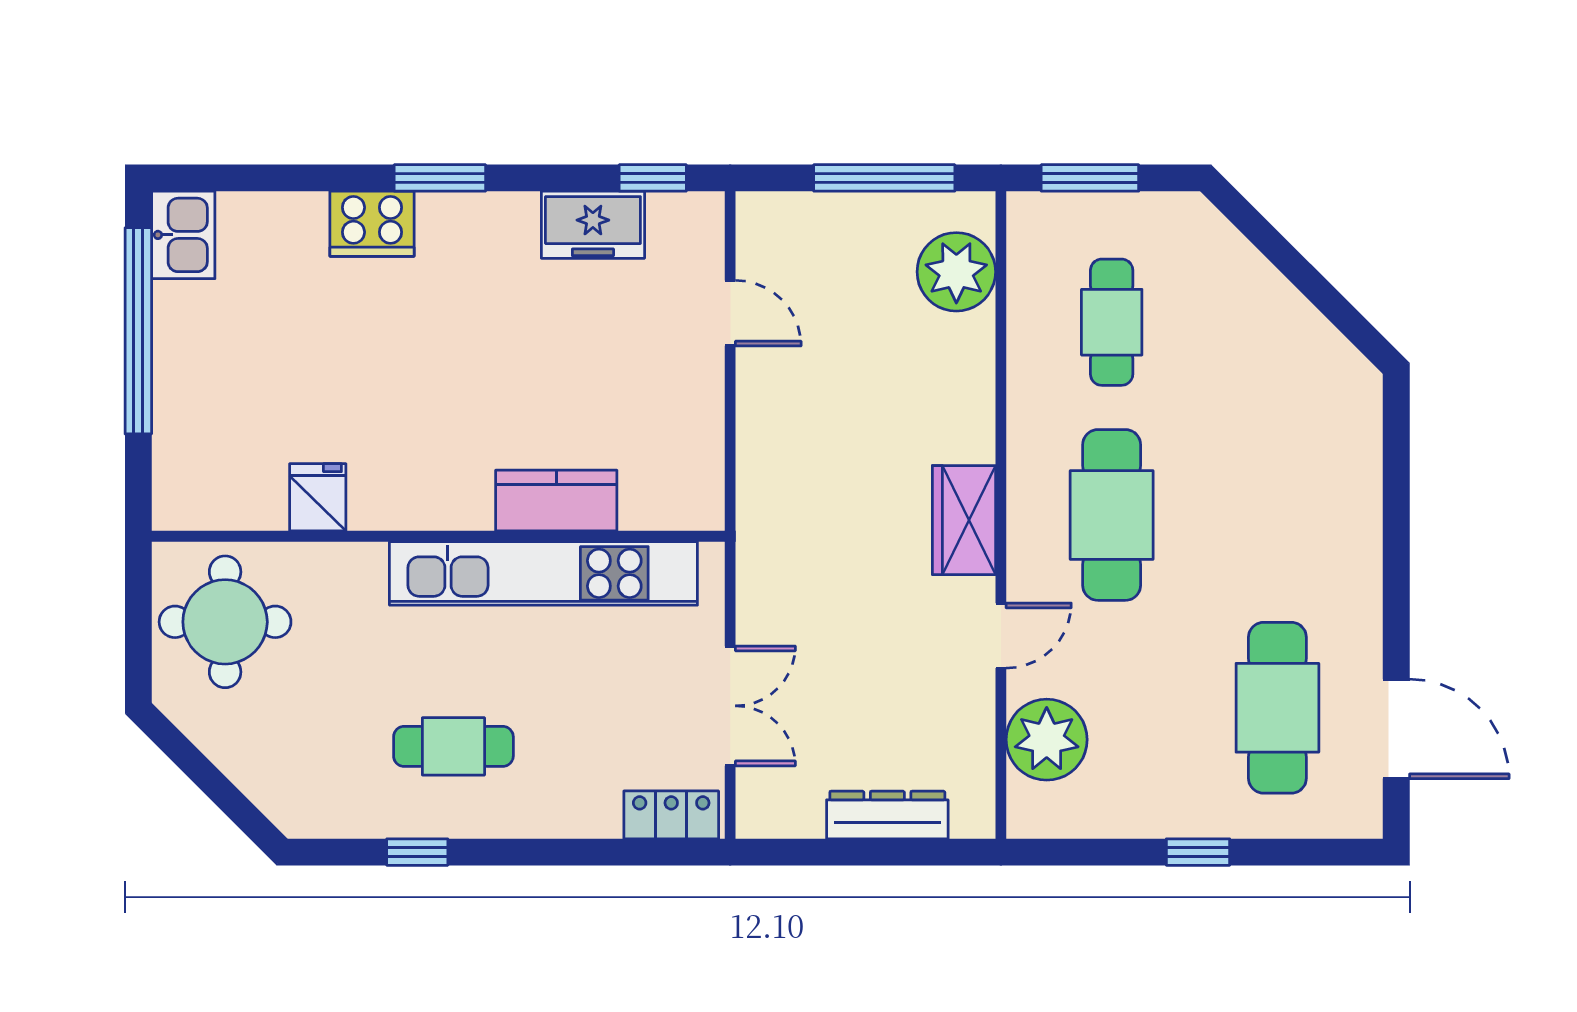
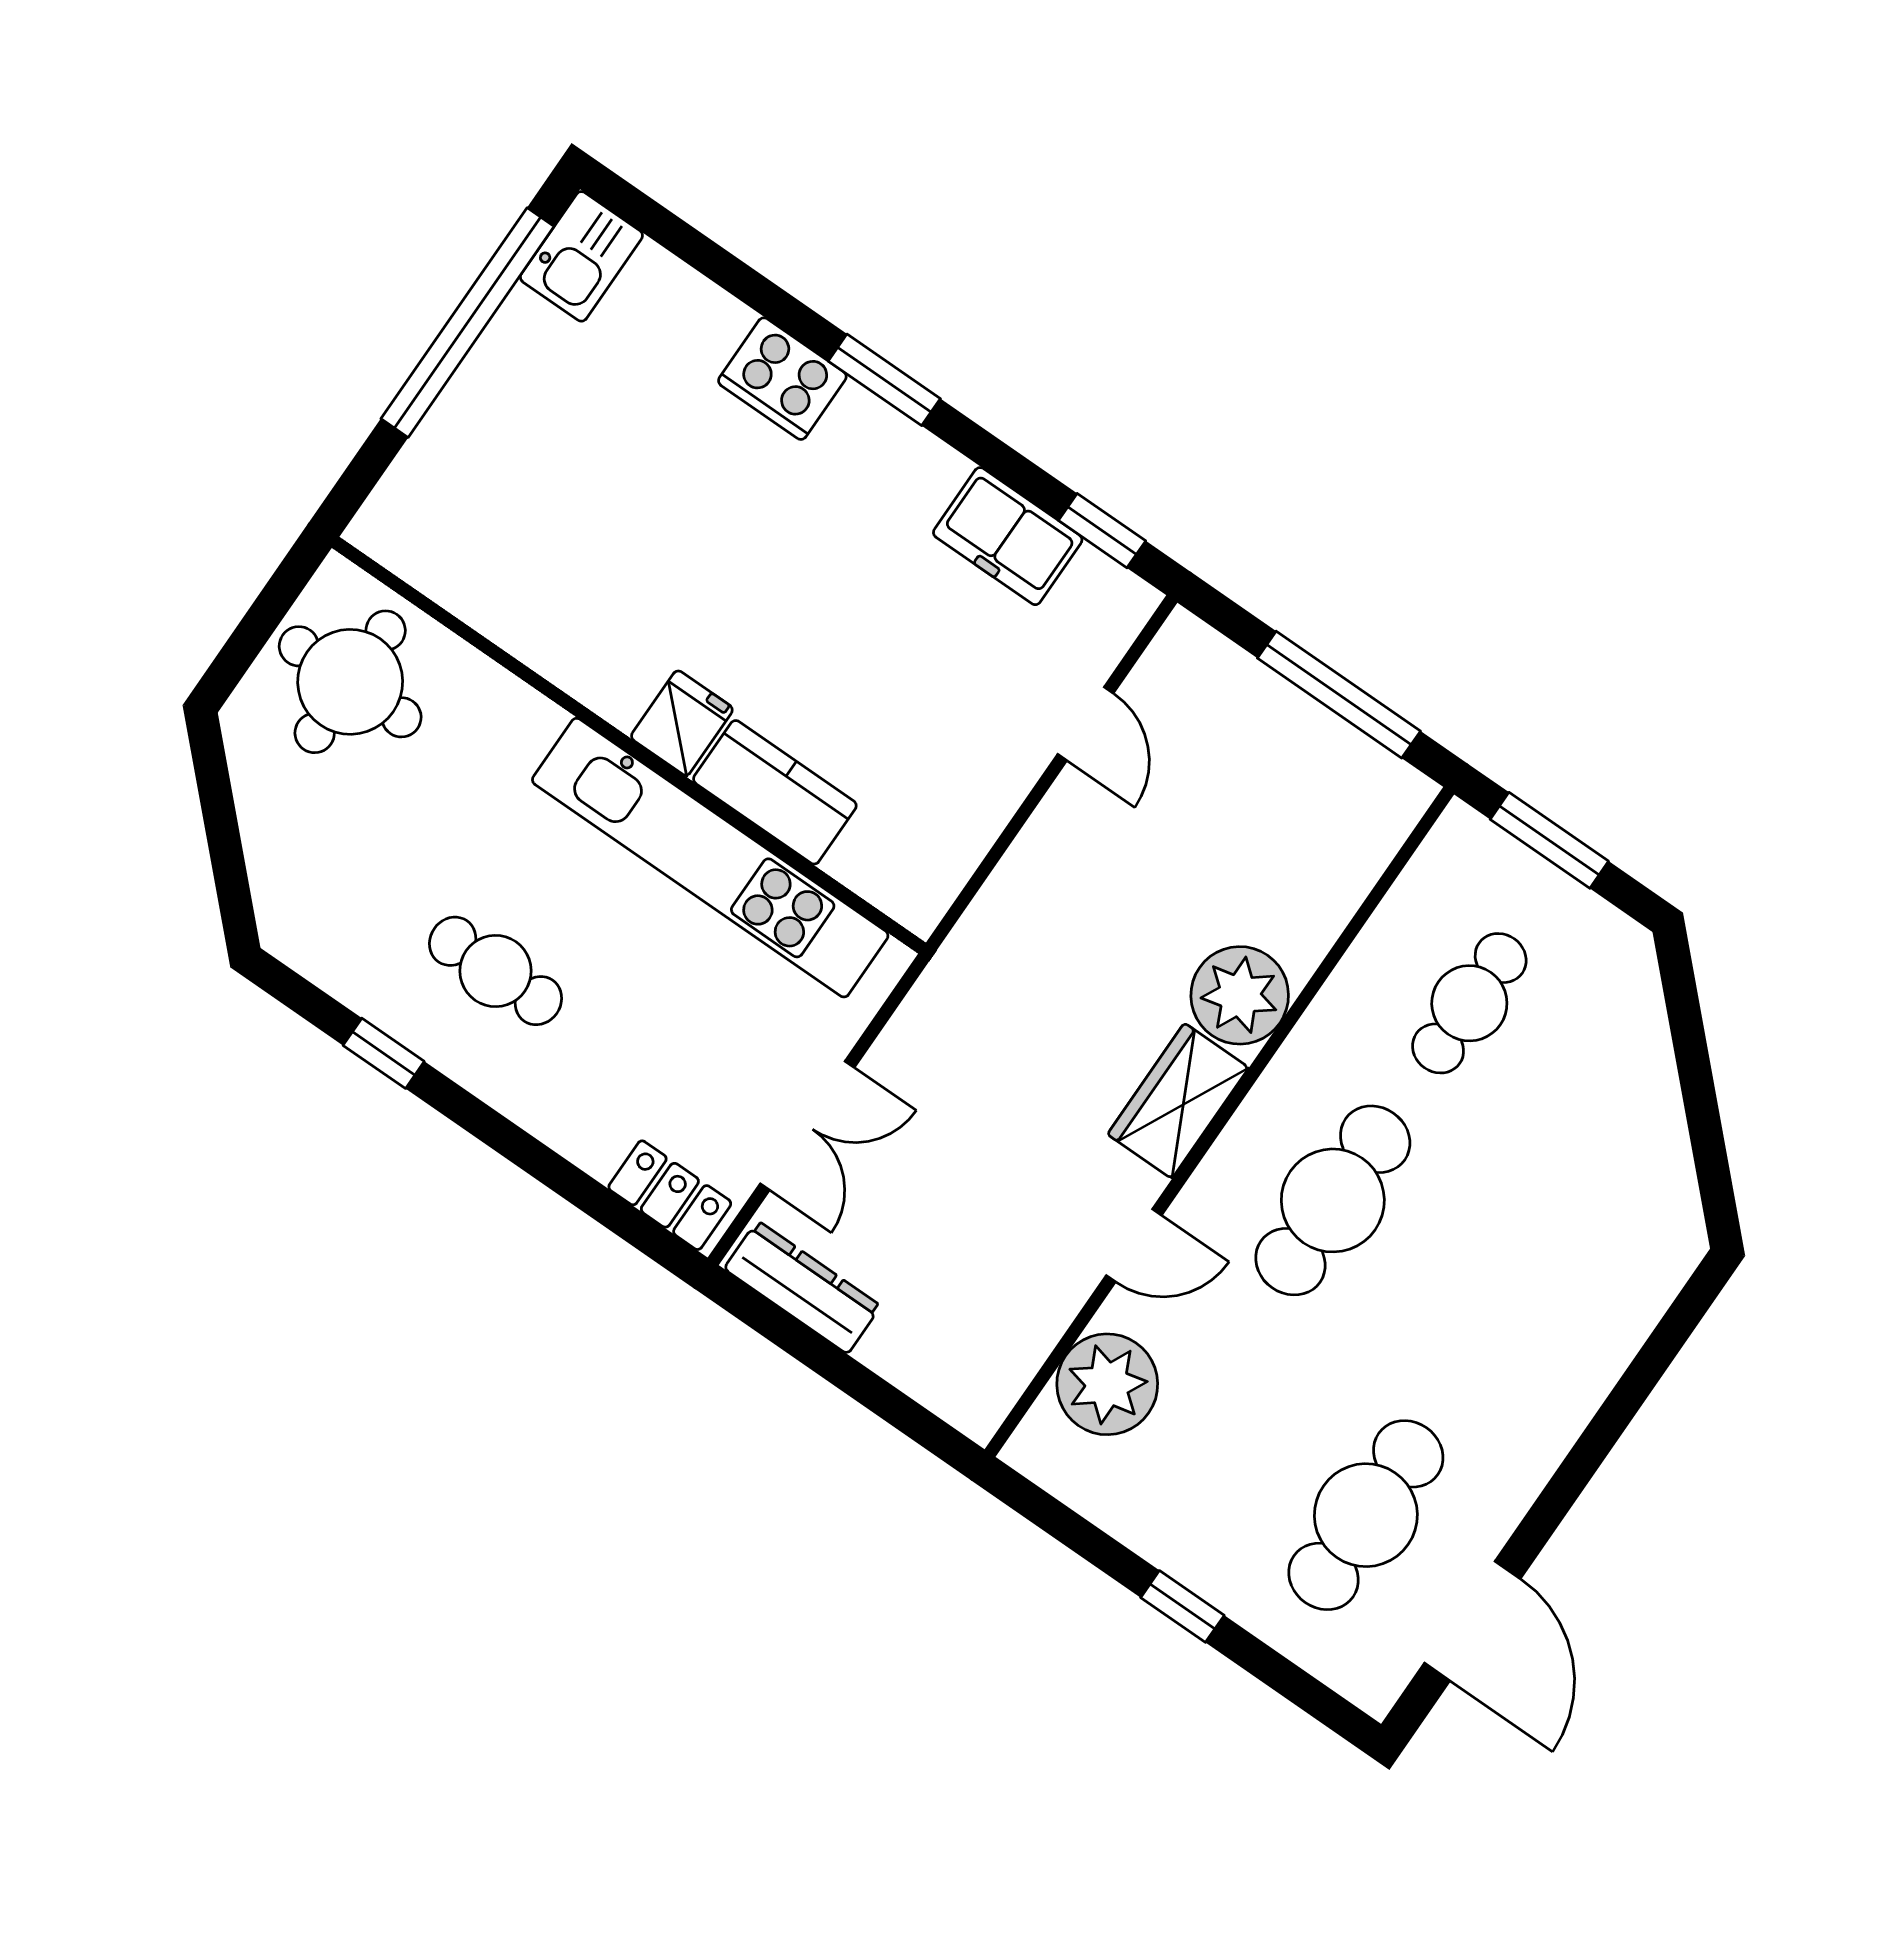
plant: (956, 272) -> (1240, 995), moved
fridge: (318, 497) -> (682, 723), moved
dresser: (887, 815) -> (803, 1287), moved

